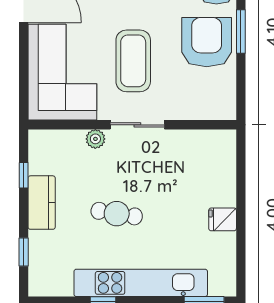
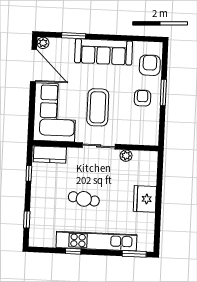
armchair: (207, 42) -> (142, 98), width x0.53, depth x0.53
plant: (95, 139) -> (126, 156), moved
kitchen counter: (42, 203) -> (50, 155), moved, turned 90
fridge: (223, 219) -> (145, 199), width x1.88, depth x1.34

